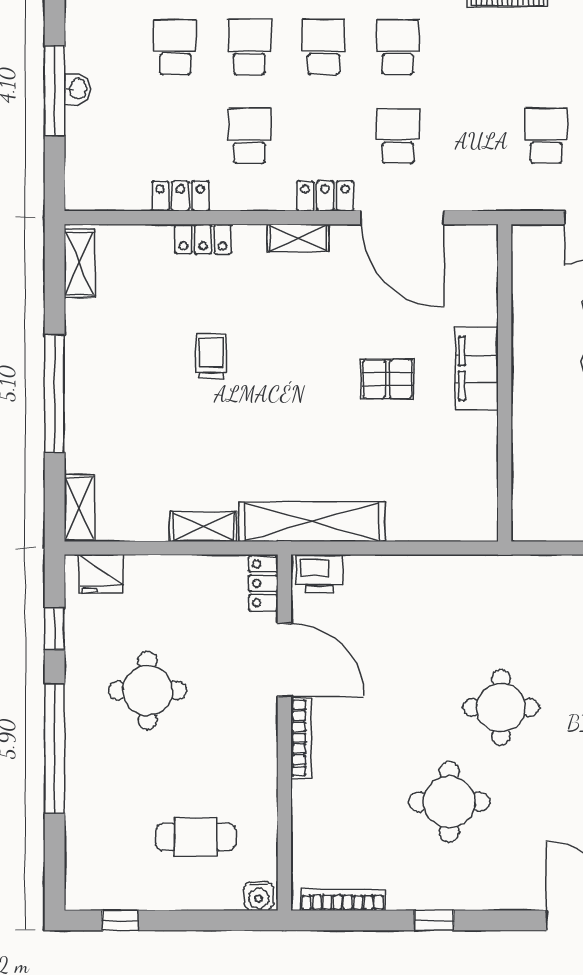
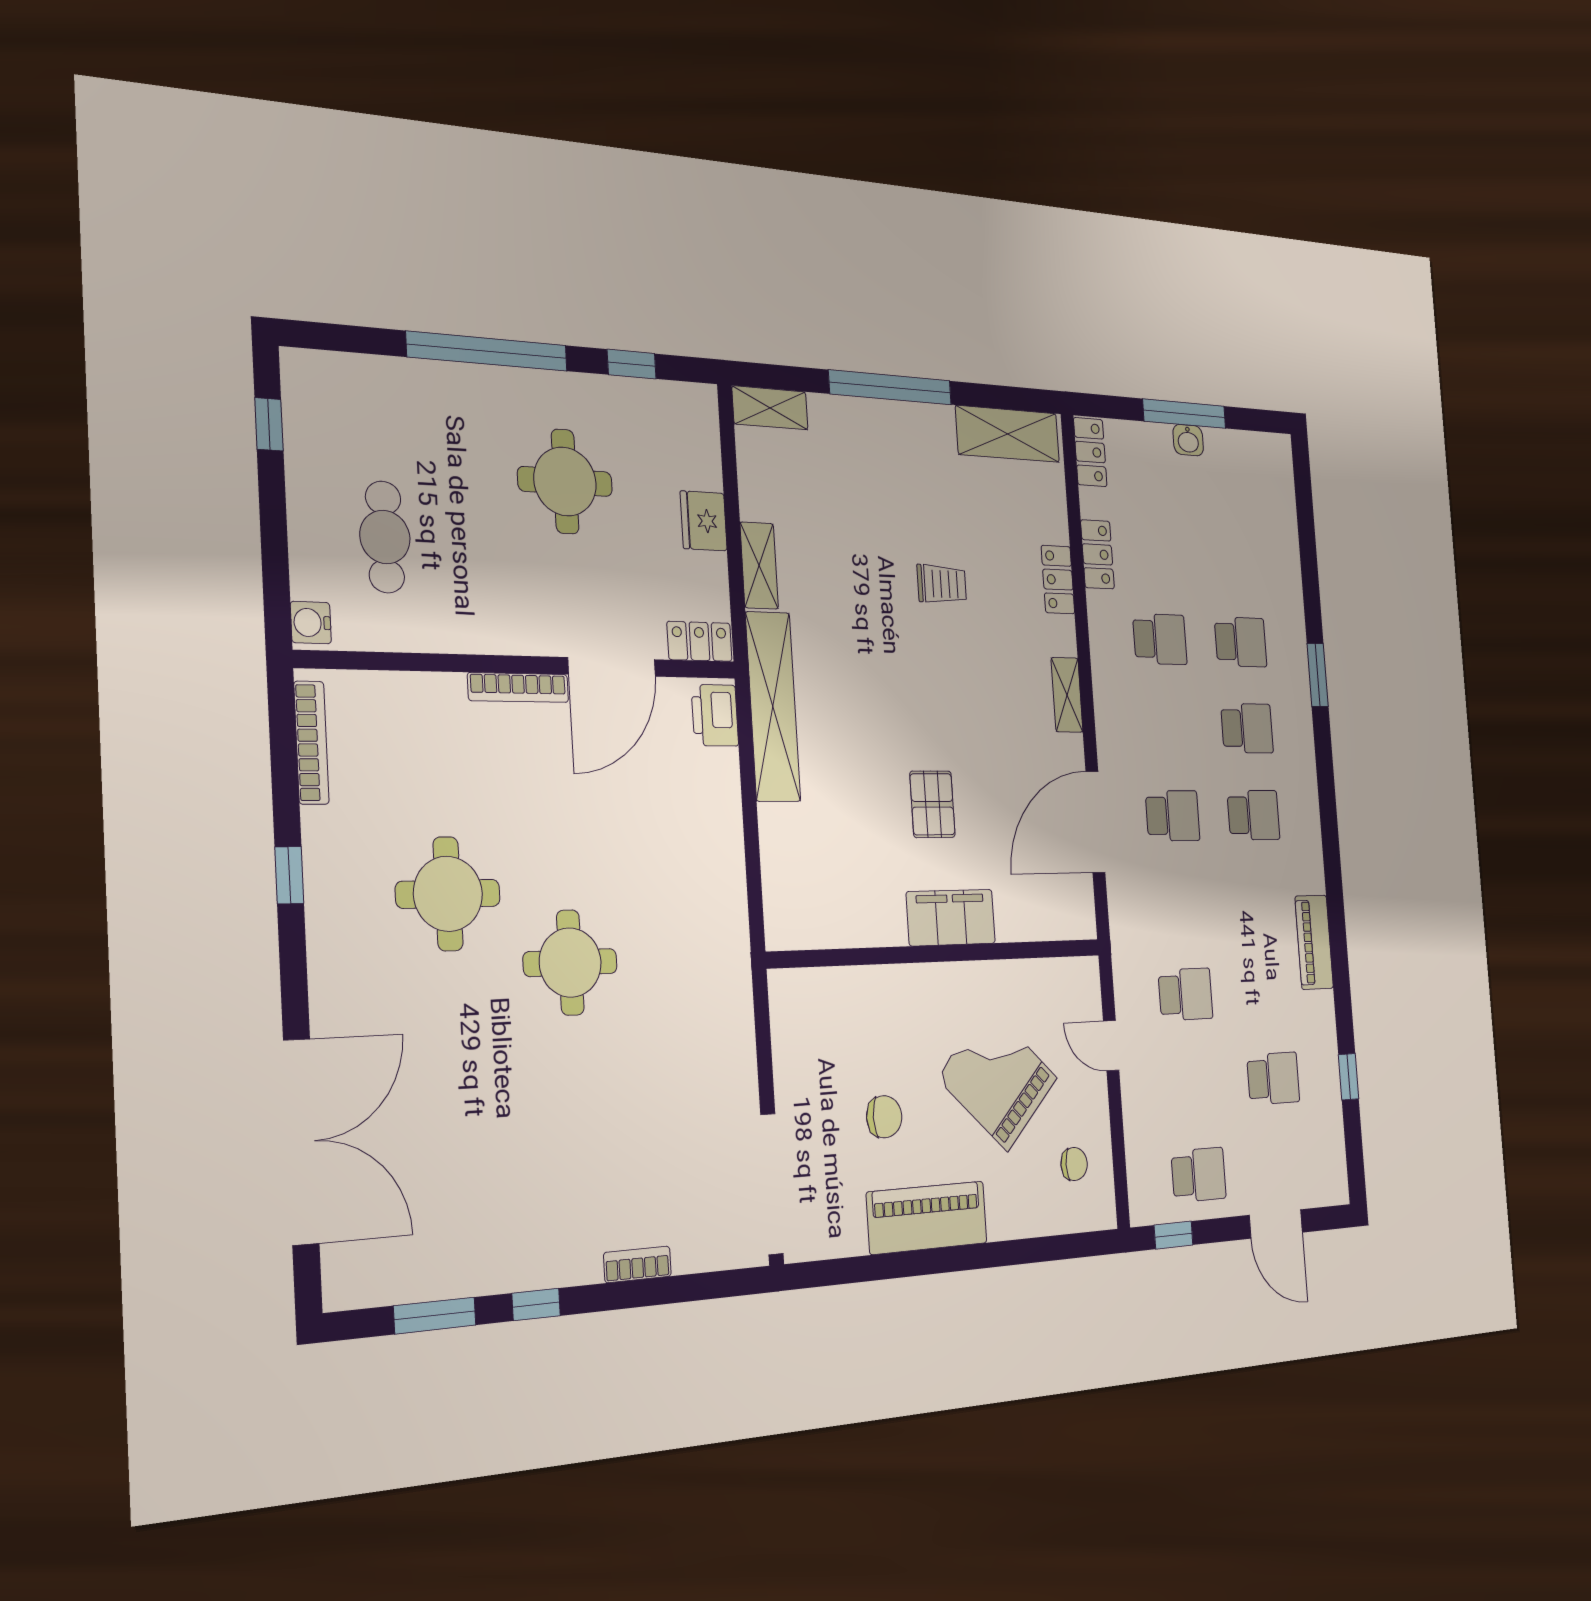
school desk: (175, 47) -> (1234, 556), removed
locker: (325, 196) -> (1090, 452), moved
shelving: (80, 263) -> (1008, 434), width x1.50, depth x1.33
fridge: (101, 574) -> (704, 521), moved

